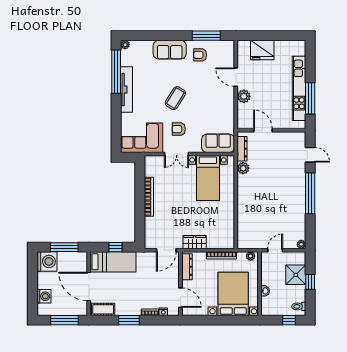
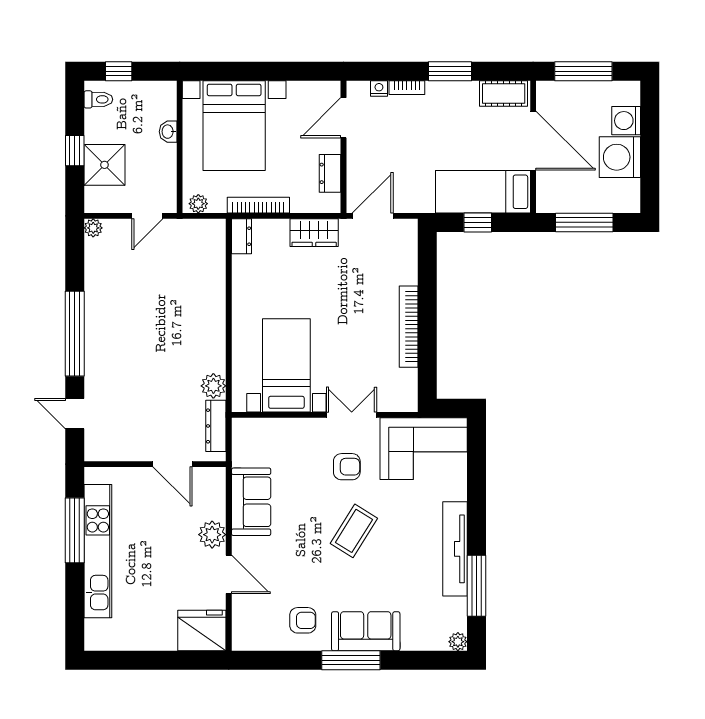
window: (206, 36) -> (351, 660), moved
fridge: (262, 50) -> (202, 631), moved
window: (116, 72) -> (476, 586), width x0.68
sofa: (218, 143) -> (251, 502), moved, turned -90
dresser: (230, 240) -> (241, 236), added
washing machine: (47, 261) -> (620, 157), moved
dresser: (187, 267) -> (330, 173), width x0.70
door: (180, 298) -> (343, 118), hinge flipped

